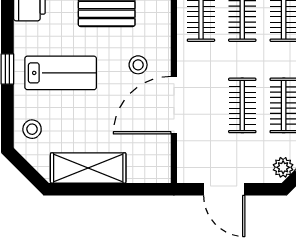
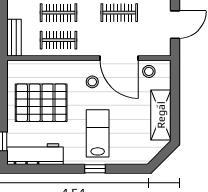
stool: (32, 129) -> (149, 71), moved

